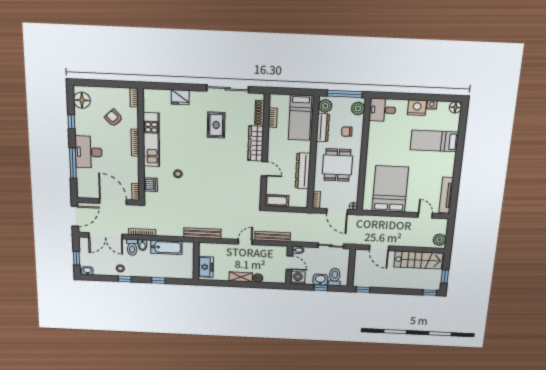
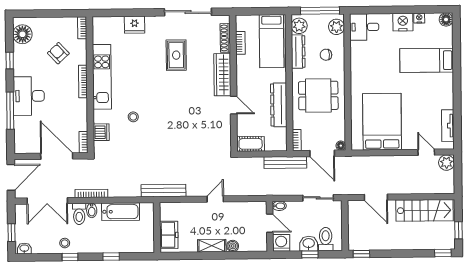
dining table: (337, 165) -> (318, 96), turned 90
tv unit: (446, 195) -> (448, 126), width x0.71
bench: (273, 237) -> (285, 162), moved
plant: (440, 240) -> (447, 163), moved

